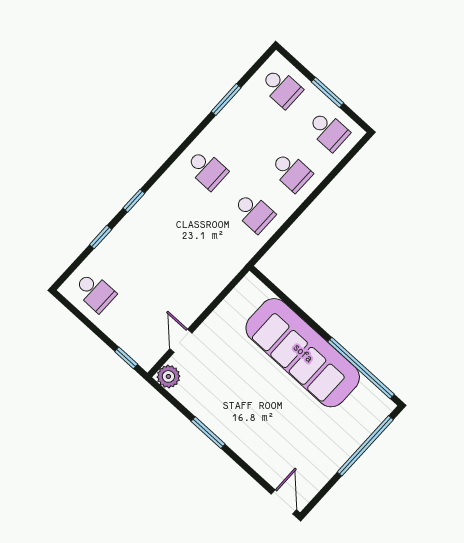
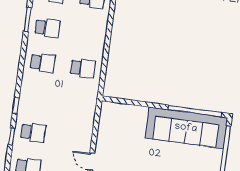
school desk: (291, 172) -> (47, 28), moved
school desk: (132, 251) -> (33, 132), added
sofa: (303, 353) -> (186, 128), moved

